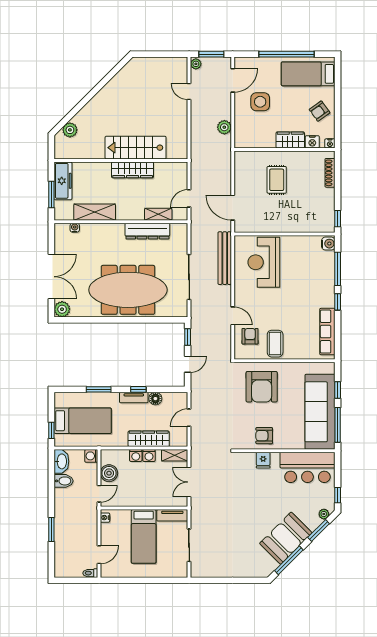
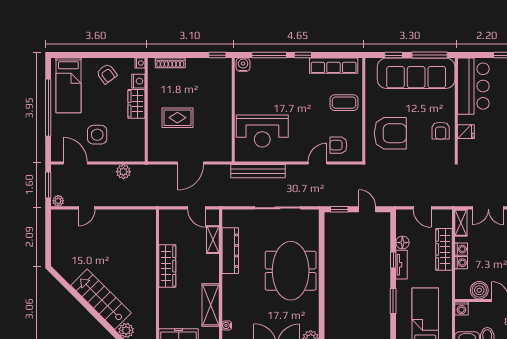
stairs: (136, 148) -> (101, 299), moved, turned 135
door: (233, 208) -> (191, 163), moved
meeting table: (128, 290) -> (291, 271), width x0.73
coffee table: (275, 344) -> (344, 103), moved

